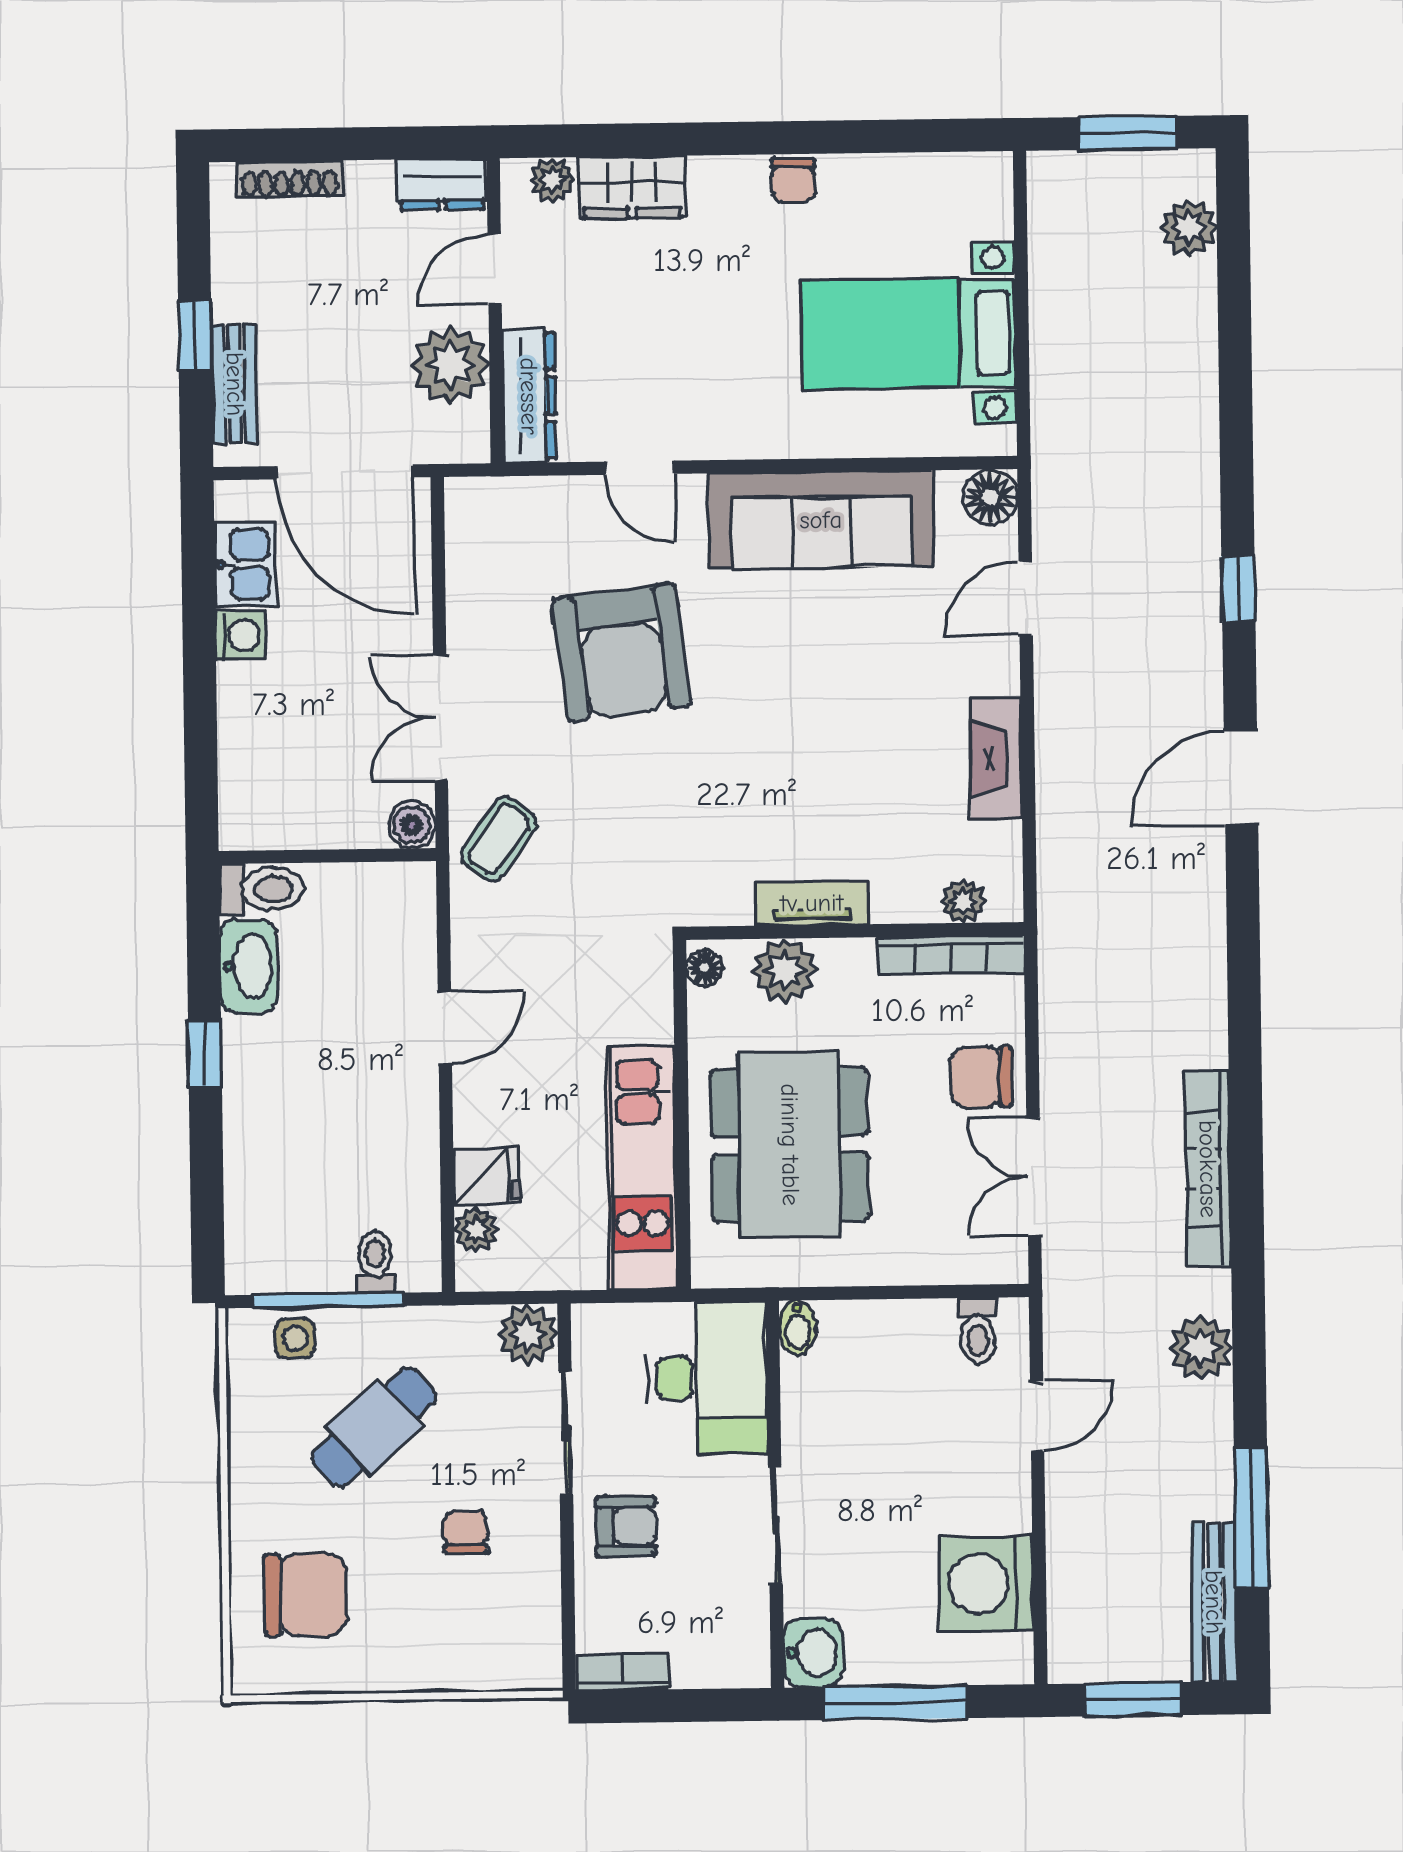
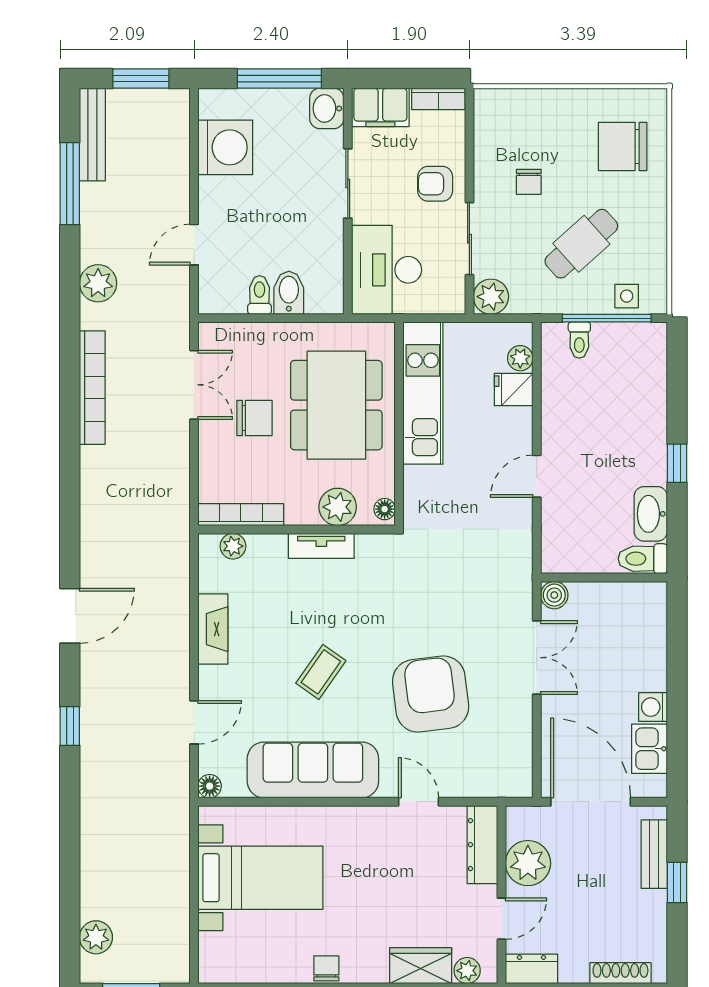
floor lamp: (990, 497) -> (210, 786), width x0.73, depth x0.73
coffee table: (499, 839) -> (321, 672), moved
chair: (982, 1077) -> (254, 418), moved
bidet: (798, 1327) -> (289, 293), moved, width x1.38, depth x1.36
toilet: (978, 1331) -> (260, 295), moved
filing cabinet: (721, 1656) -> (380, 107), added

